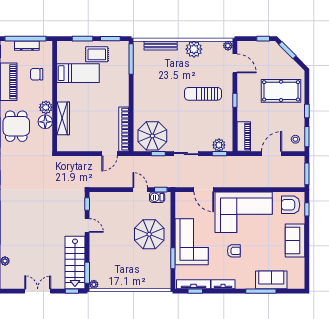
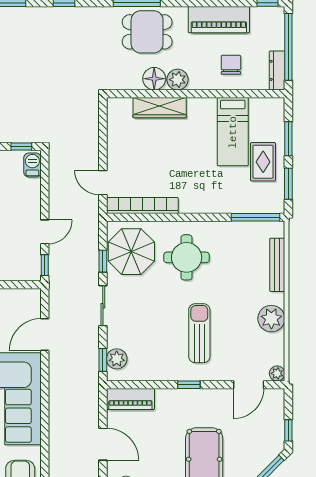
dresser: (27, 46) -> (277, 70), moved
round table: (156, 102) -> (187, 257), added
barbecue: (157, 197) -> (32, 165), moved

